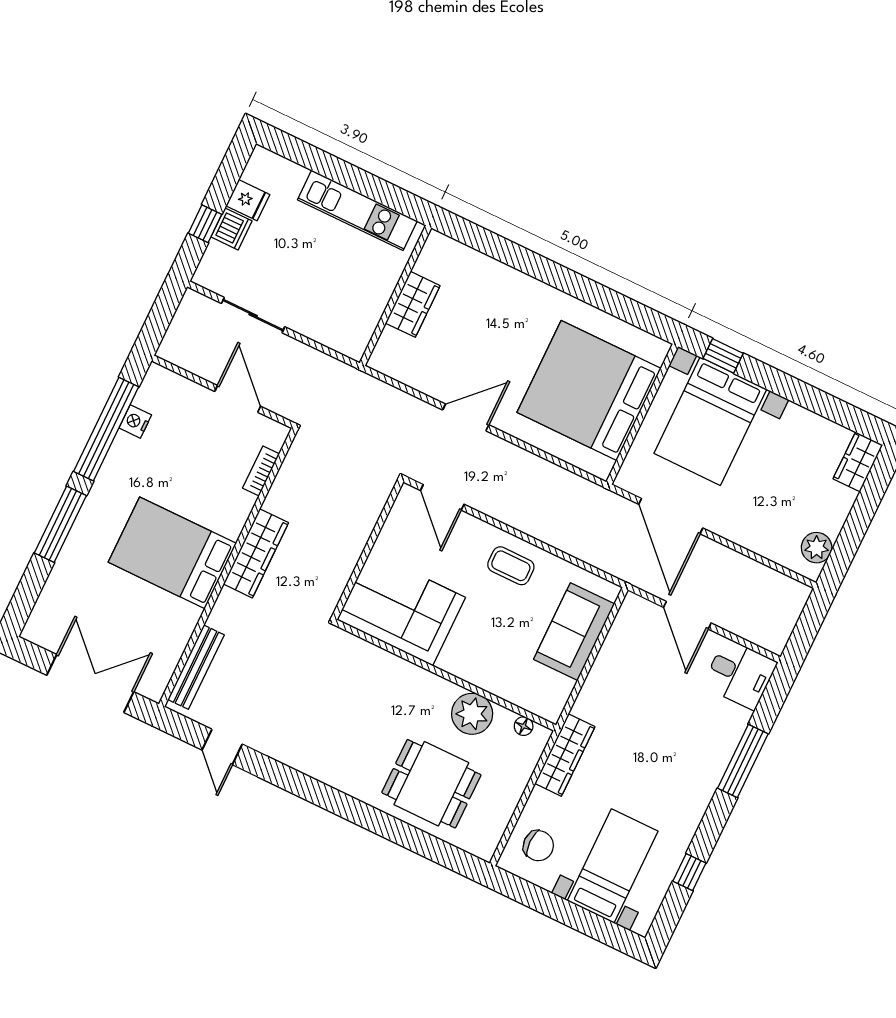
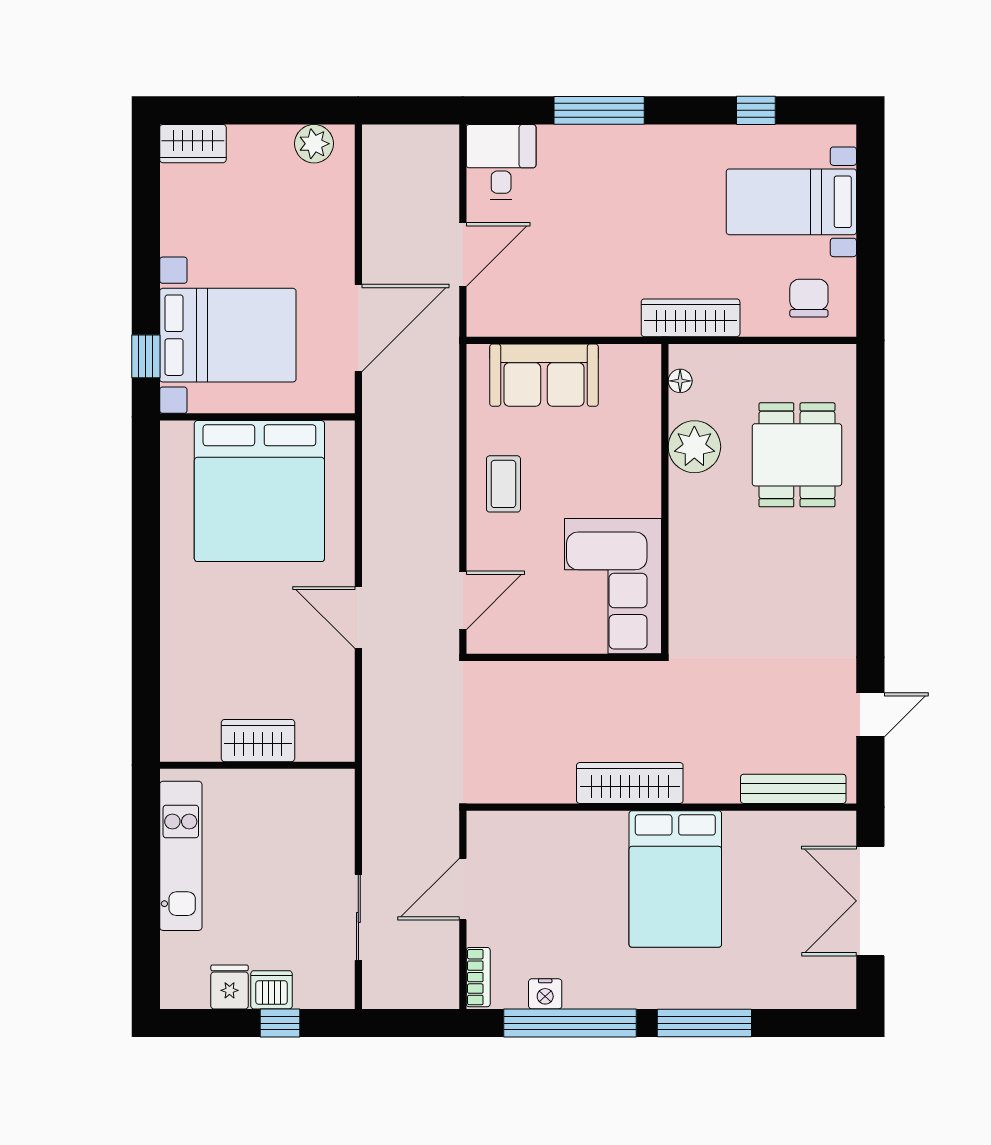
bookcase: (261, 471) -> (478, 977), moved, turned -90

